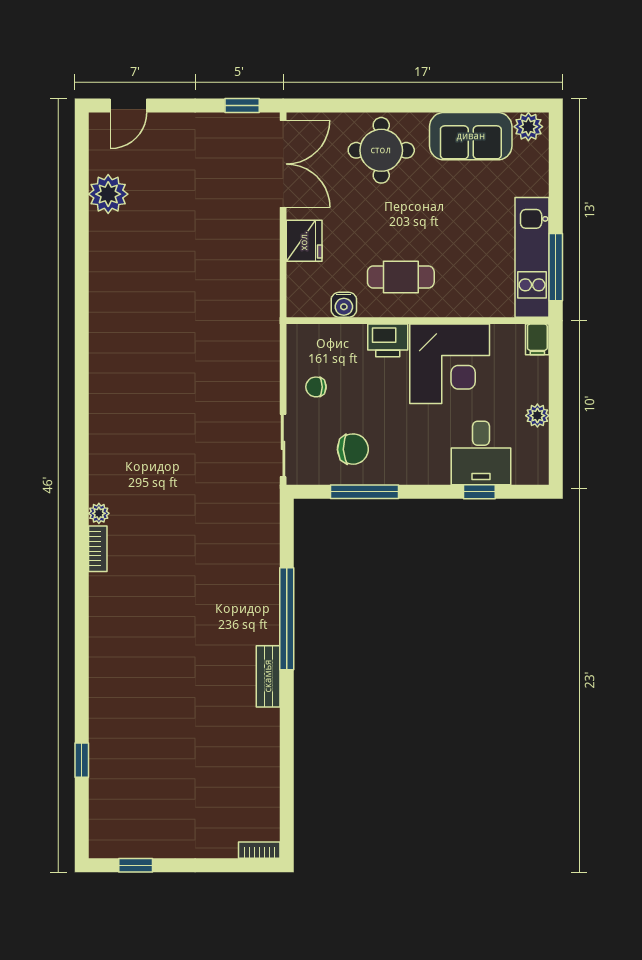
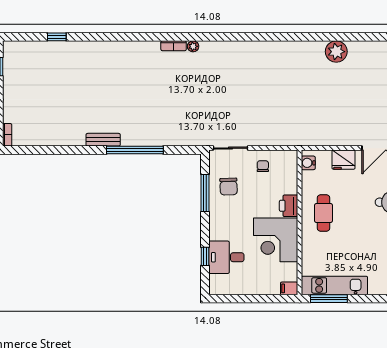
plant: (108, 194) -> (336, 52), moved
water cooler: (344, 305) -> (308, 163), moved
plant: (537, 416) -> (247, 288), removed

